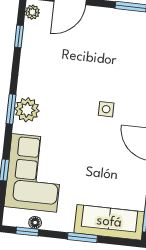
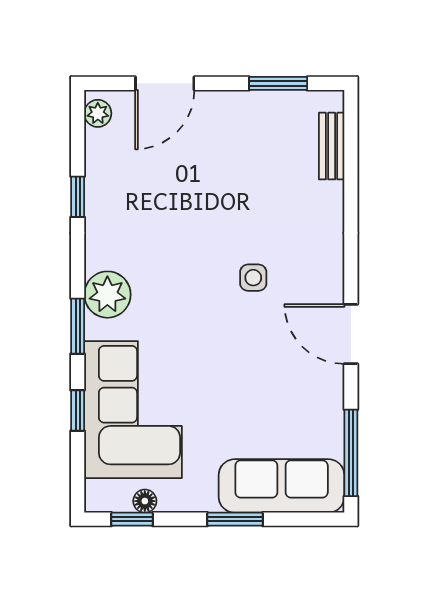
window: (19, 36) -> (78, 197), moved
window: (11, 109) -> (78, 326), moved

